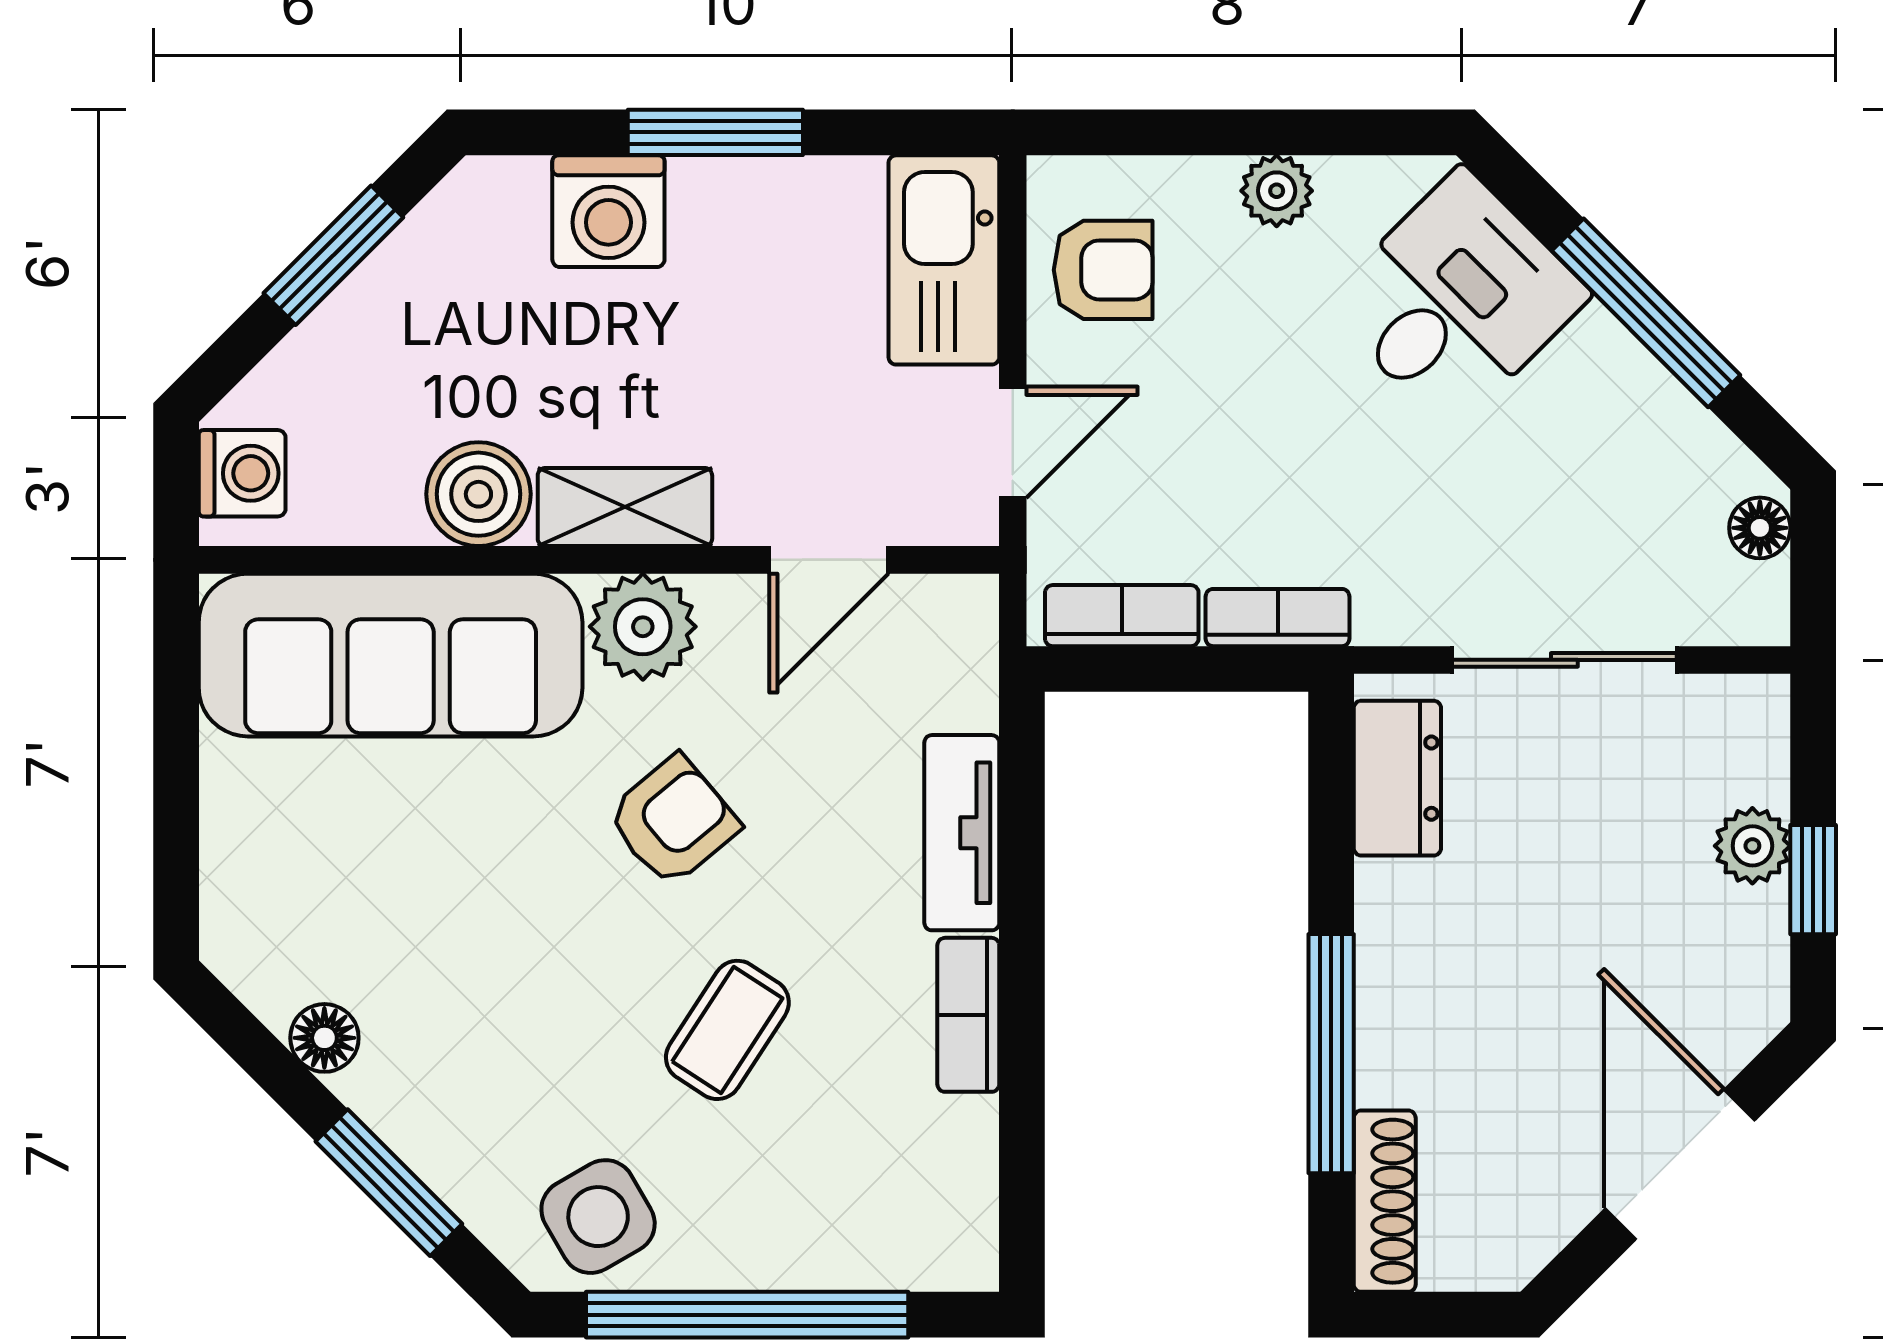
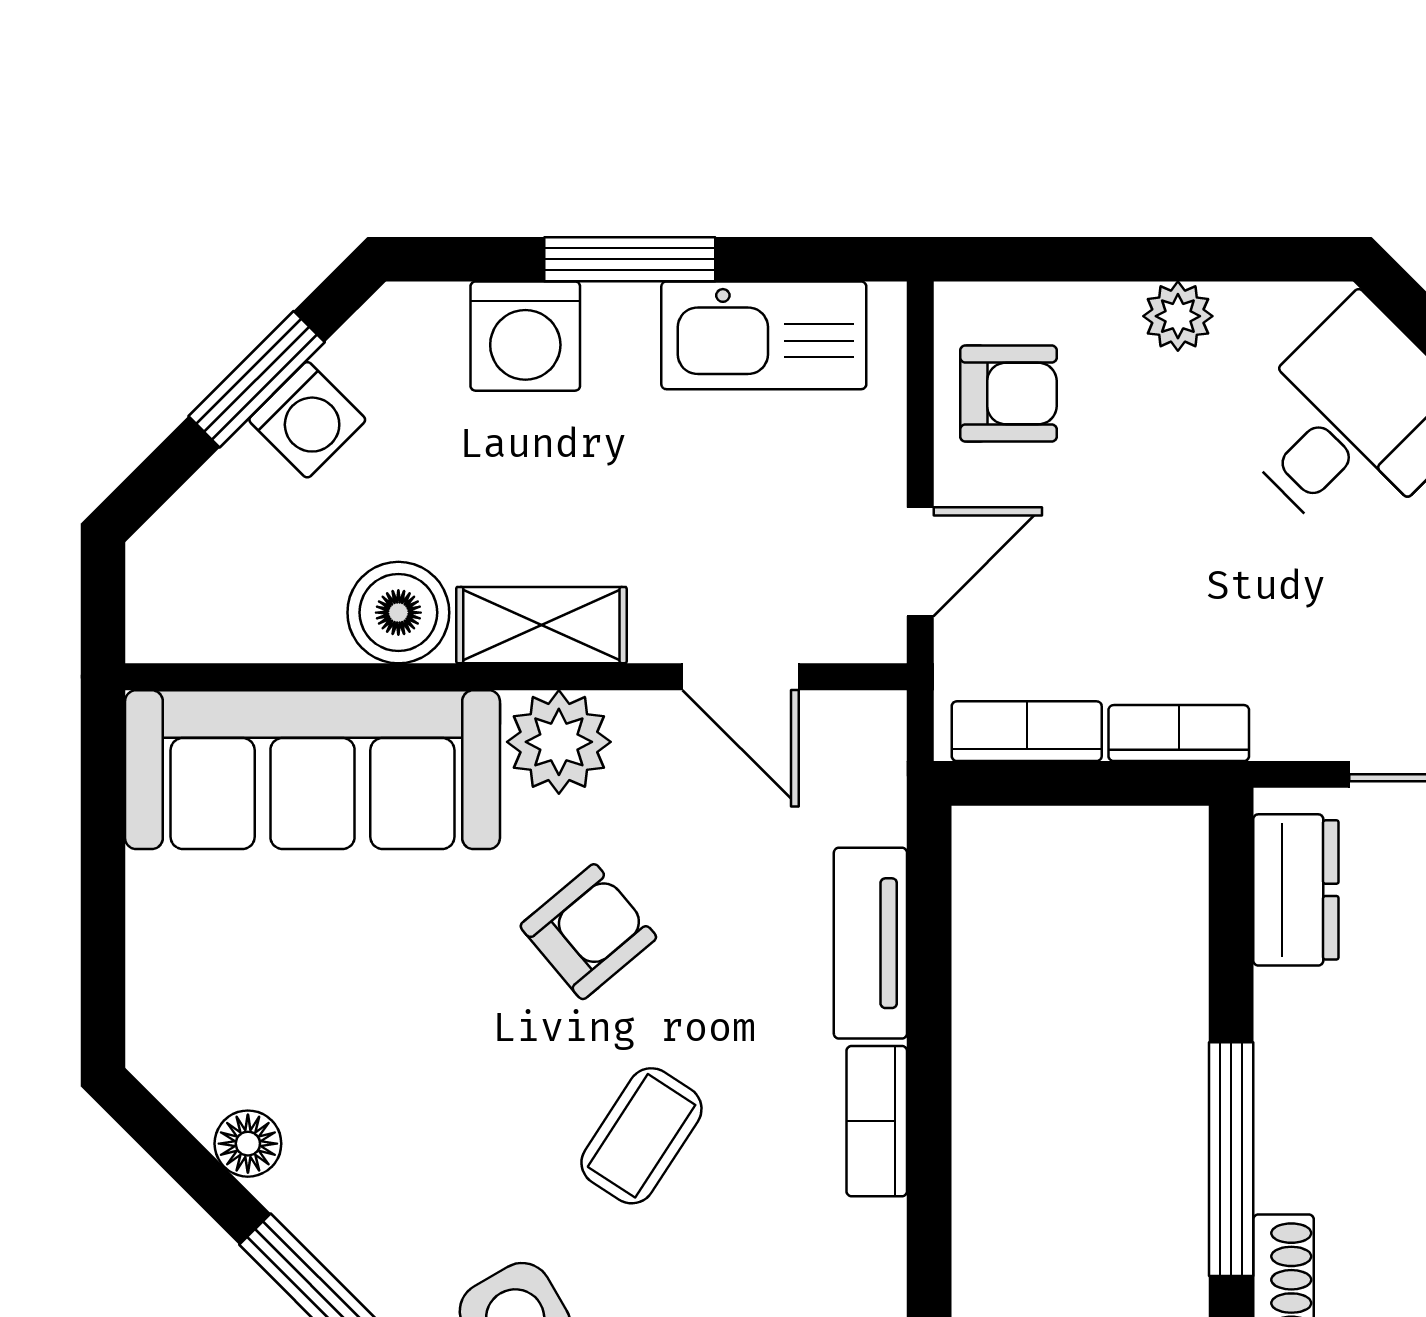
kitchen sink: (944, 260) -> (764, 335), moved, turned -90
washing machine: (242, 473) -> (307, 420), moved, turned 45
door: (829, 560) -> (741, 677), hinge flipped

